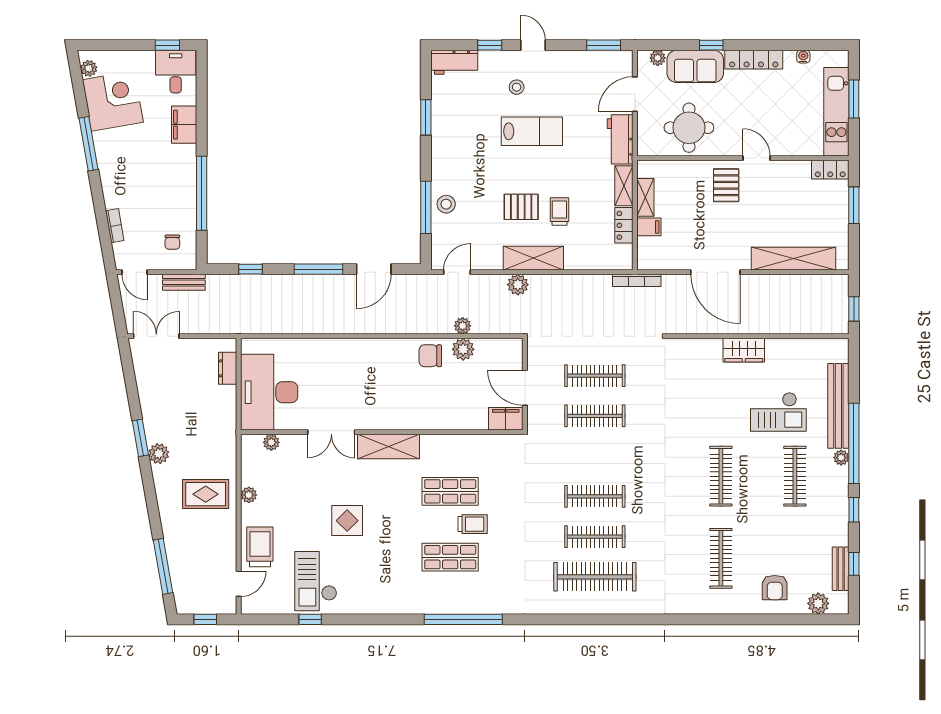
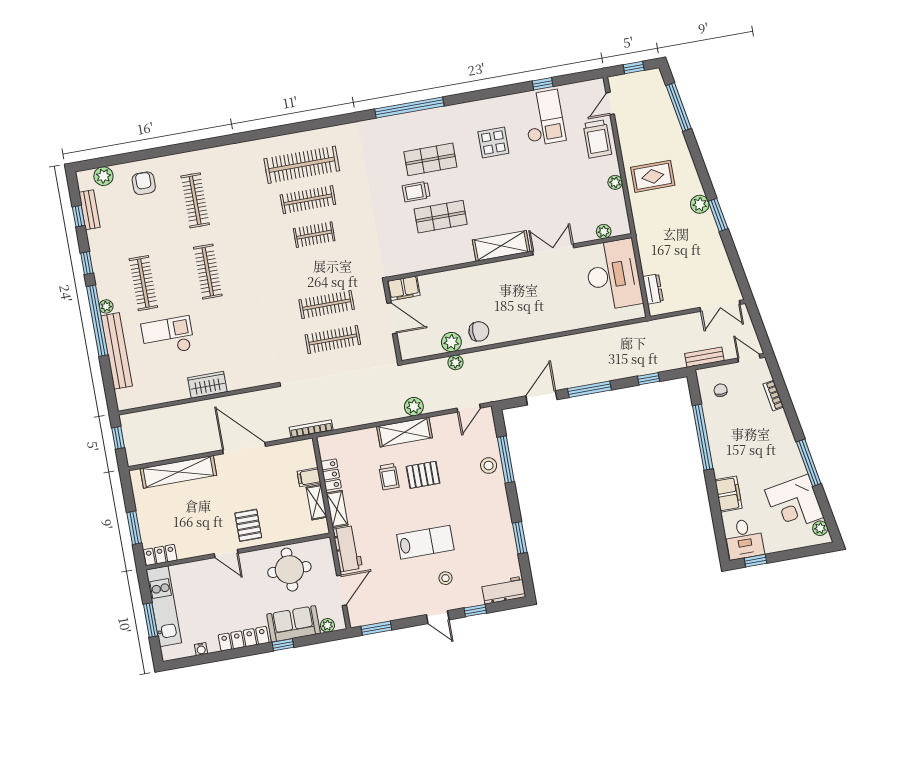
lab bench: (532, 131) -> (425, 542), turned 180
clothes rail: (595, 496) -> (314, 235), width x0.73
display table: (347, 521) -> (493, 142), moved

